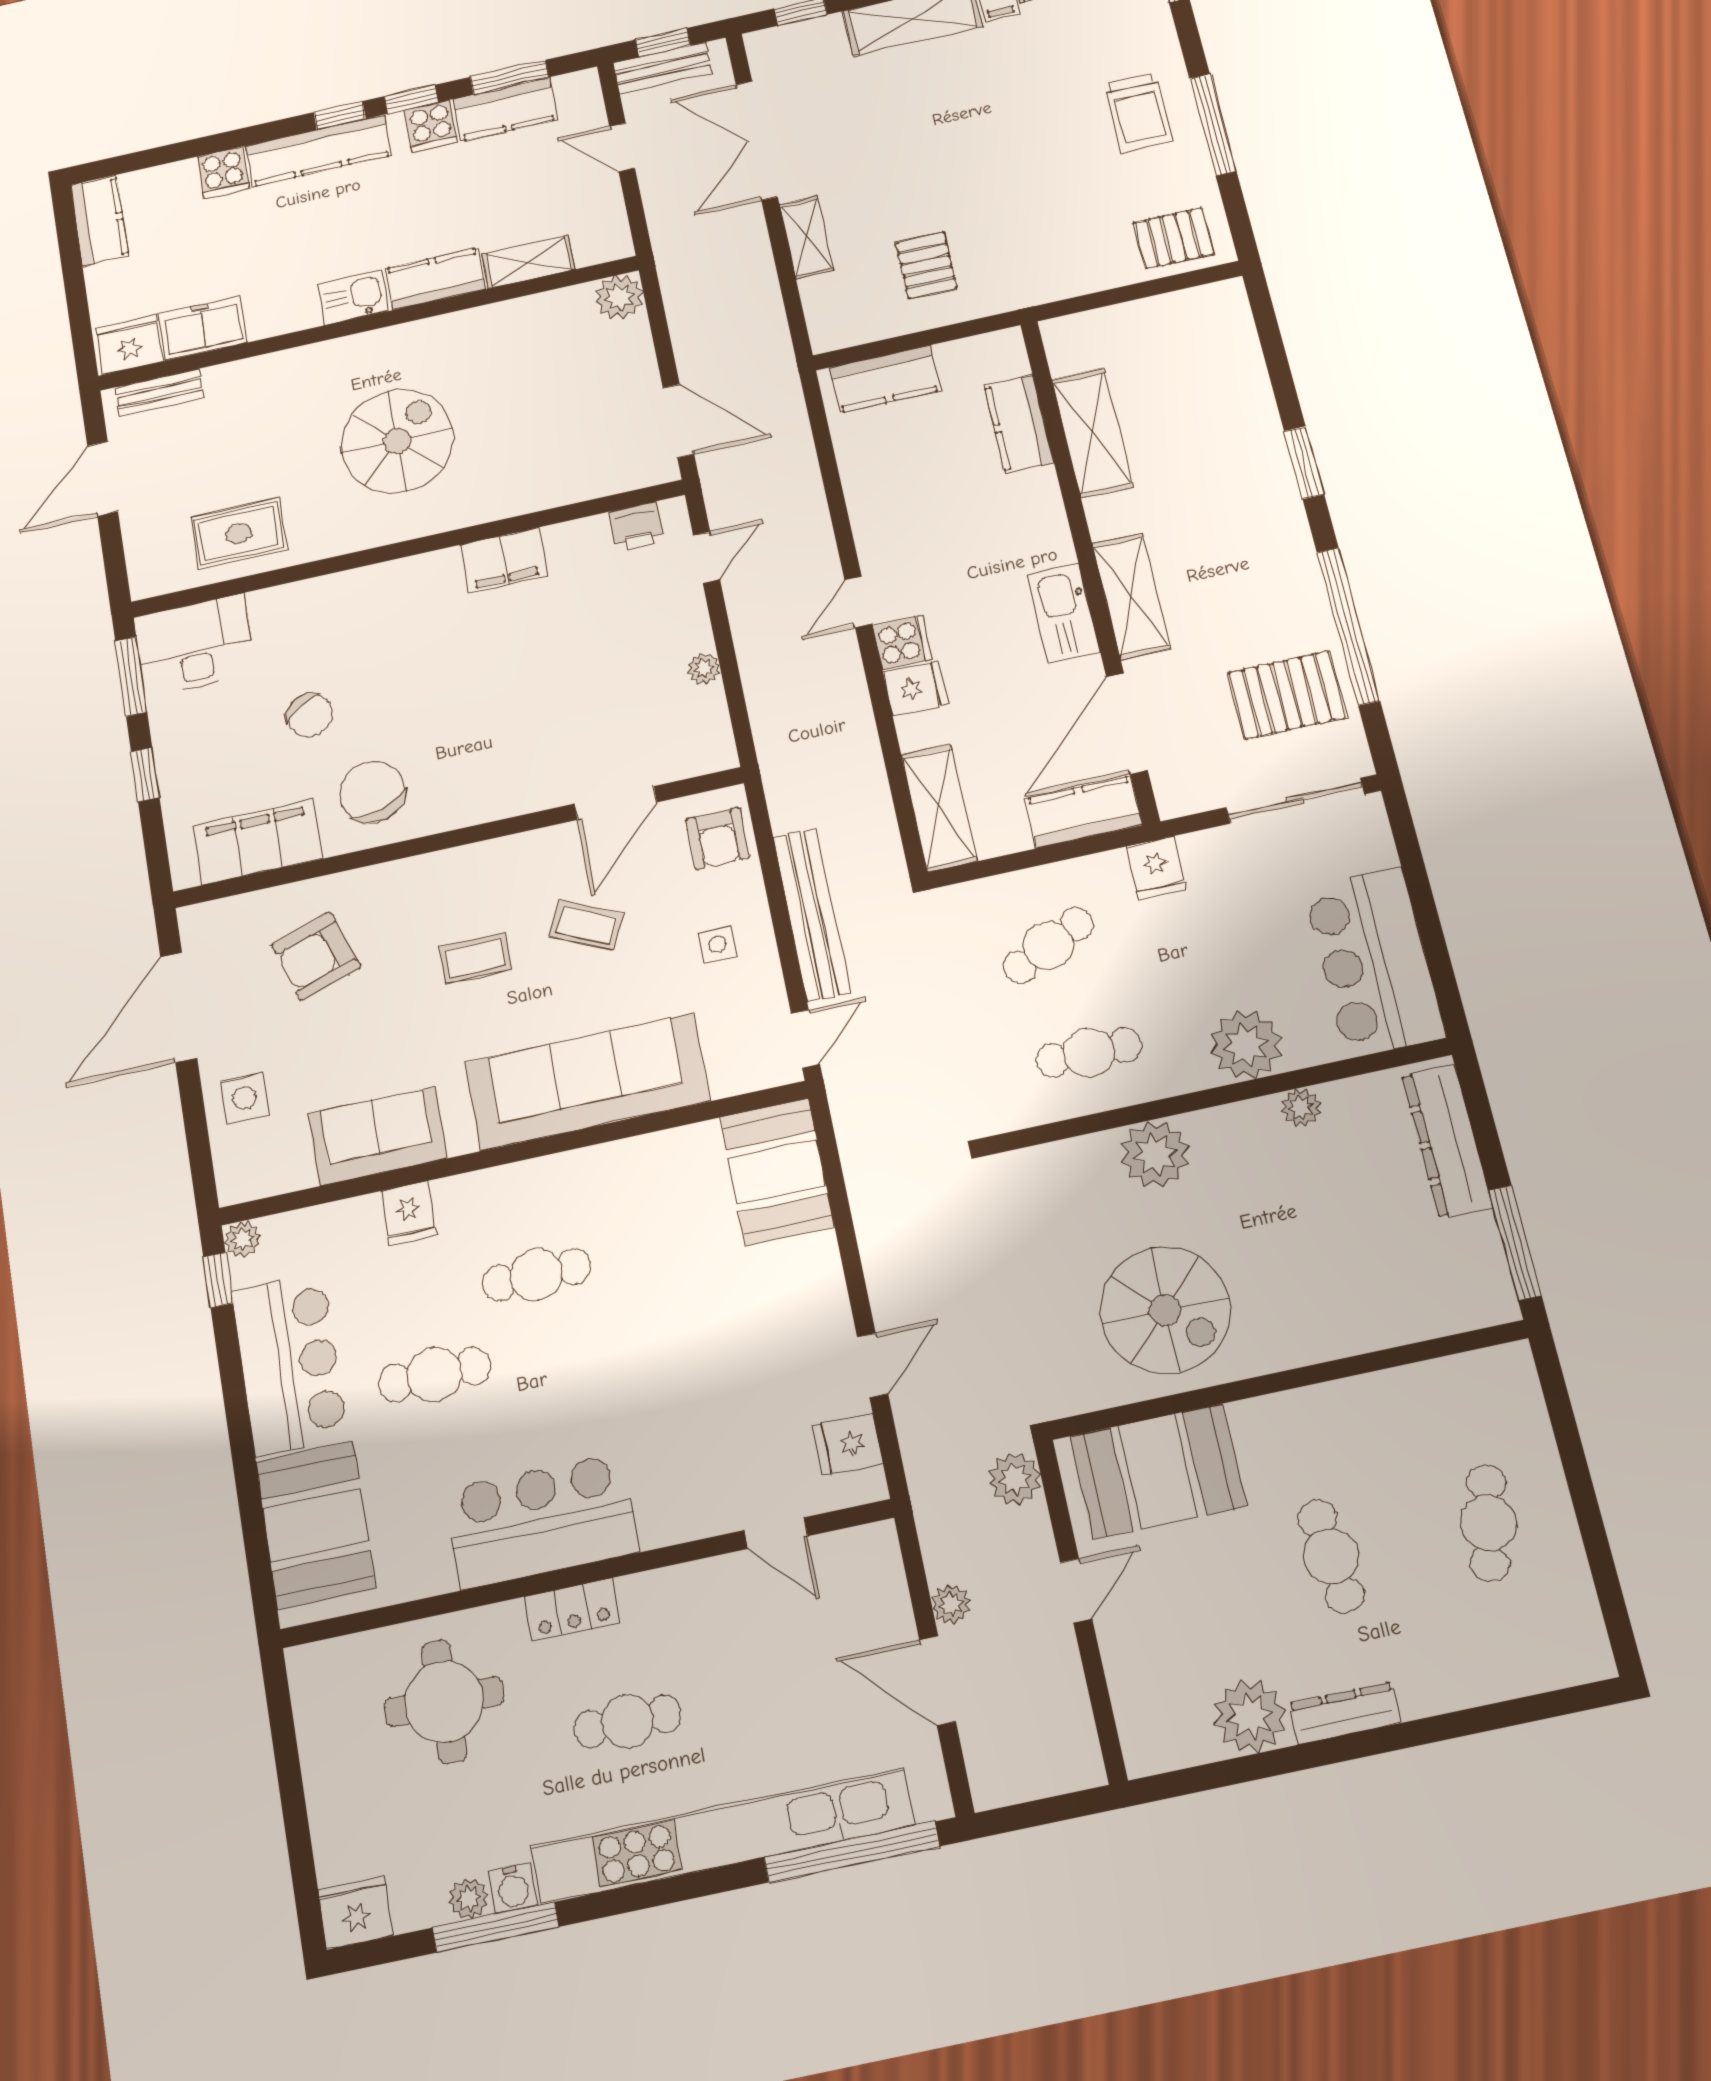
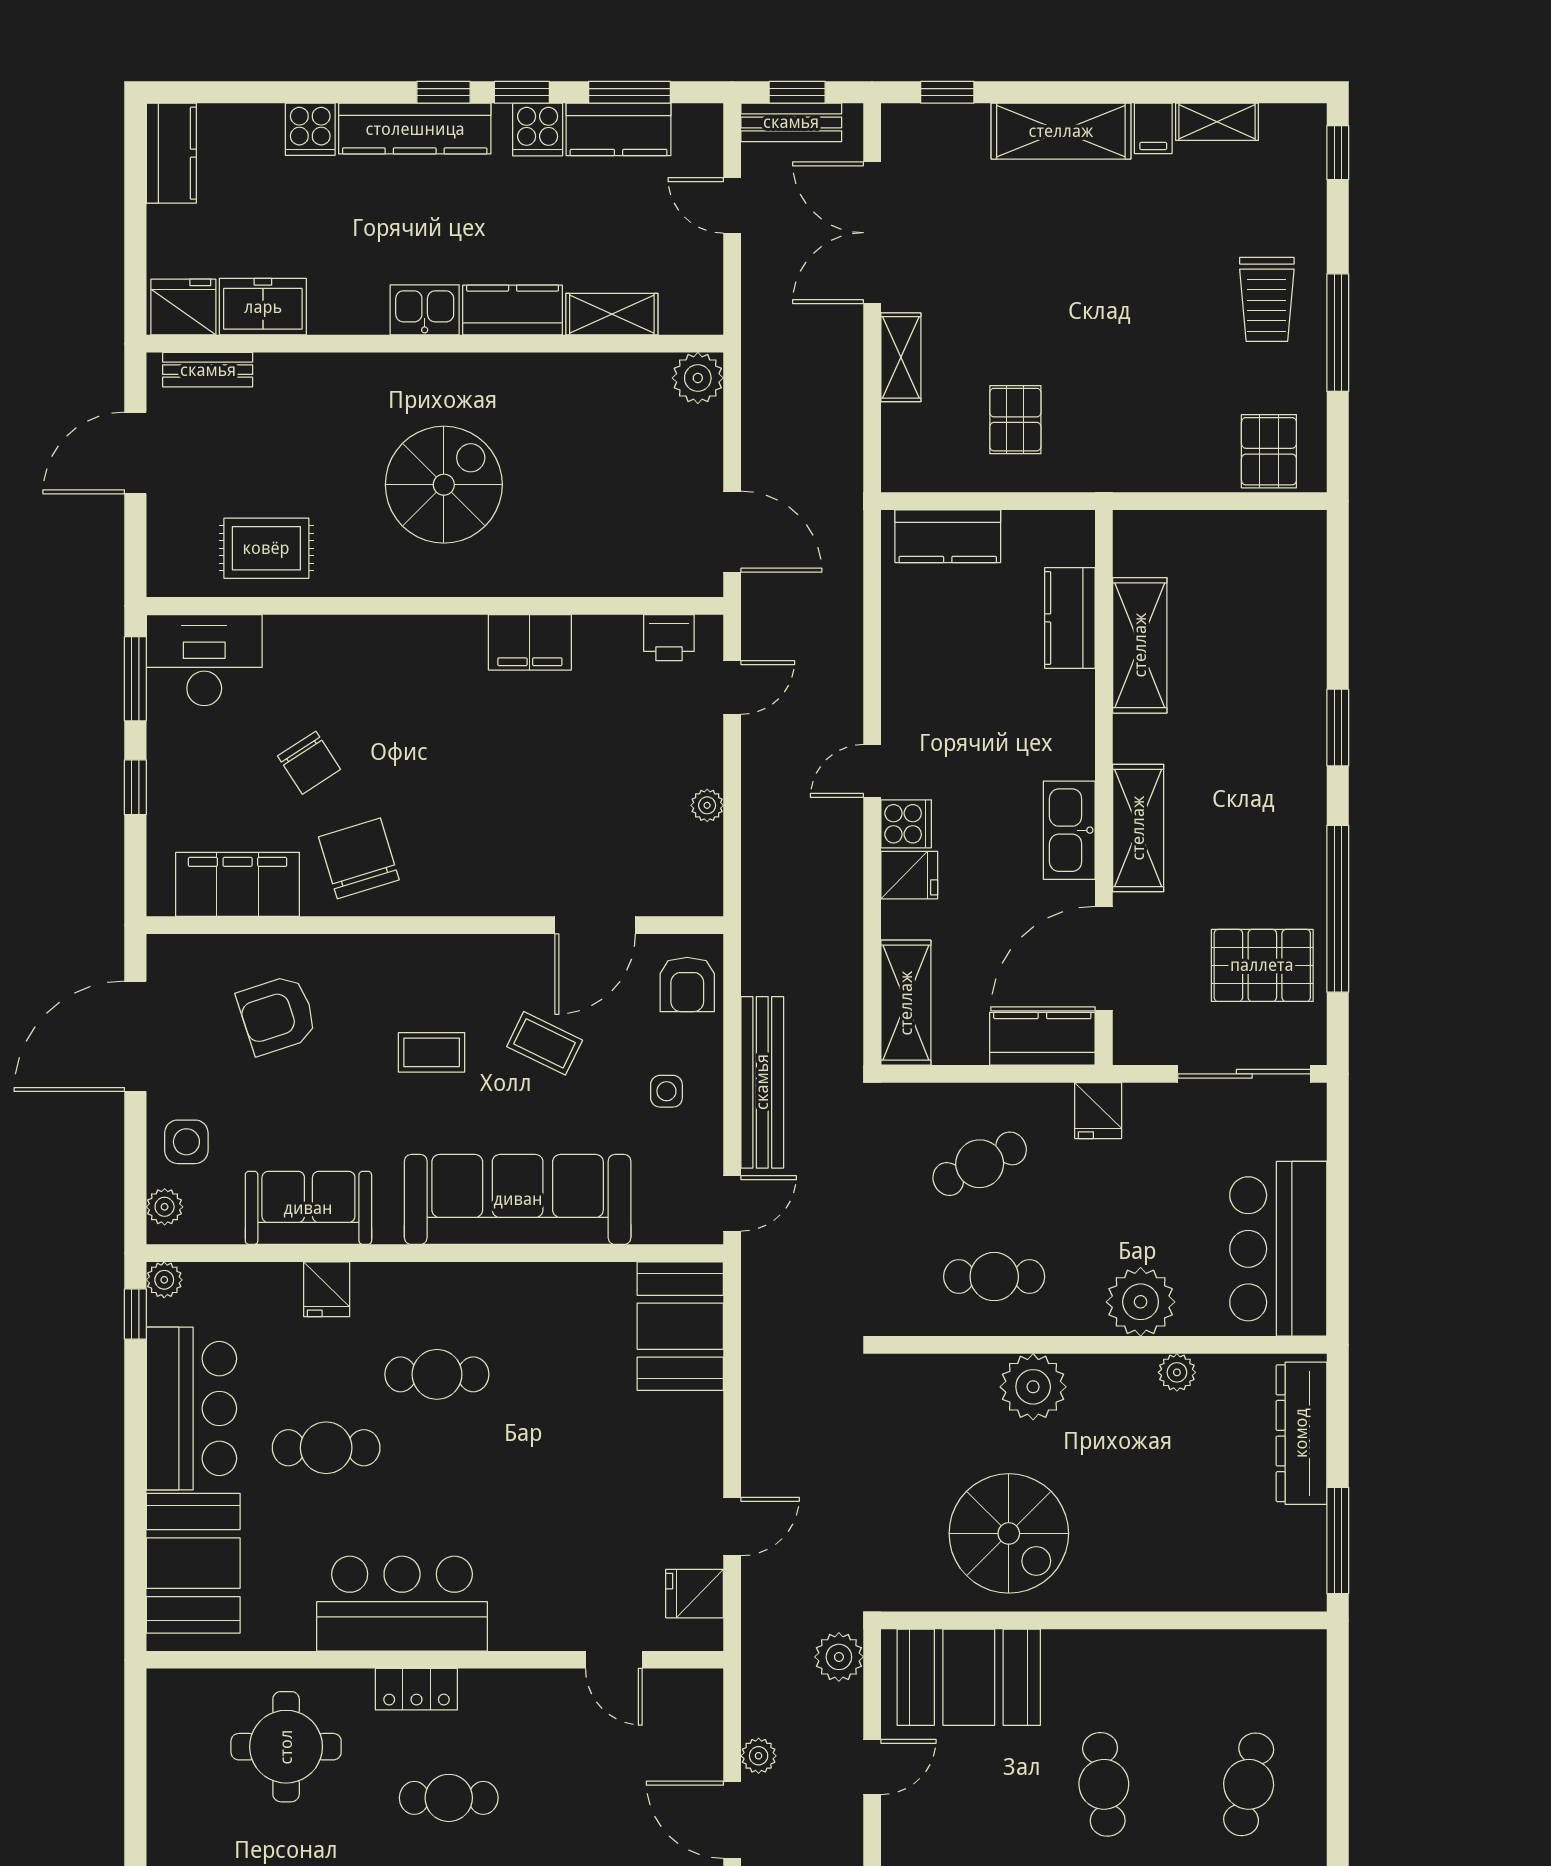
pallet: (1174, 238) -> (1269, 451), turned 90
plant: (232, 1167) -> (165, 1207), added

